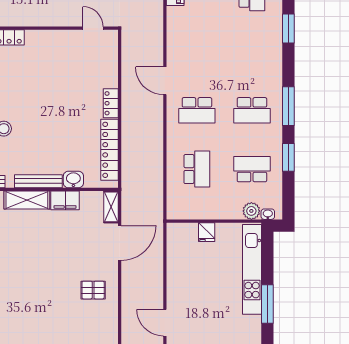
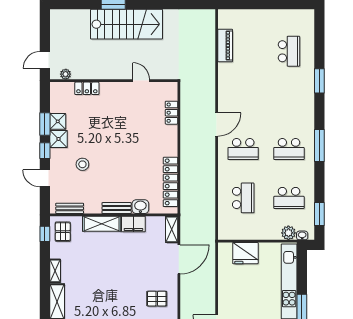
door: (93, 28) -> (141, 81), moved
door: (165, 81) -> (217, 124), swing flipped
locker: (111, 103) -> (171, 113), moved
window: (288, 157) -> (319, 214), moved
school desk: (252, 169) -> (289, 198), turned 180
bench: (38, 181) -> (117, 208), width x0.73
fridge: (207, 232) -> (245, 253), width x1.88, depth x1.34

